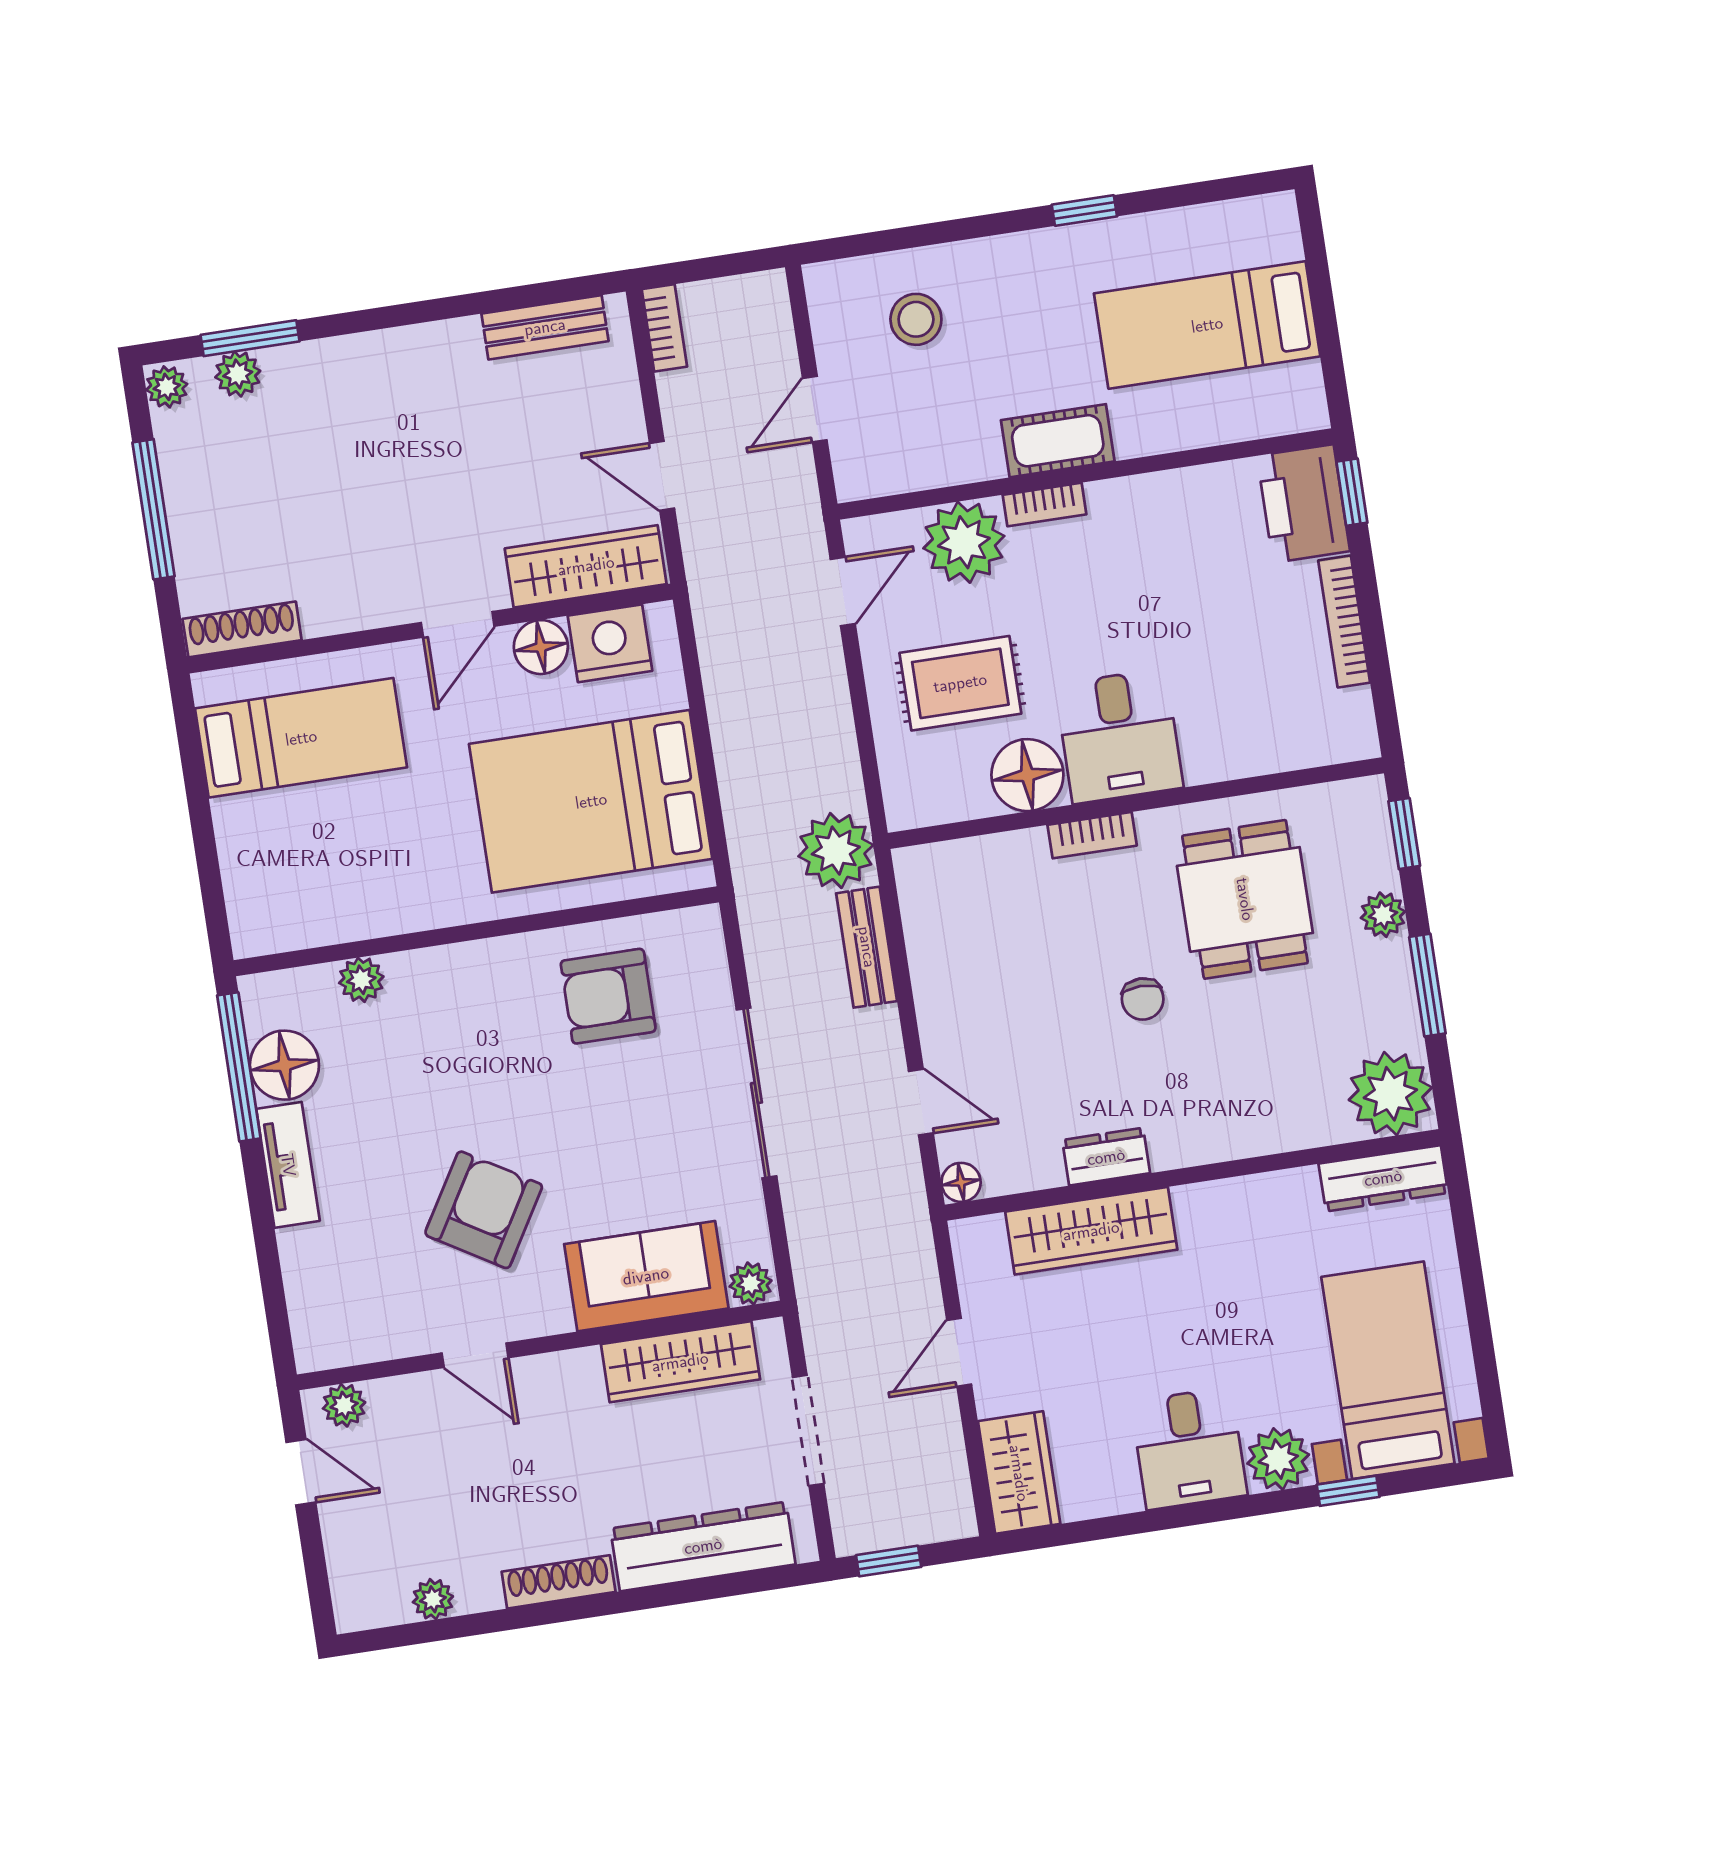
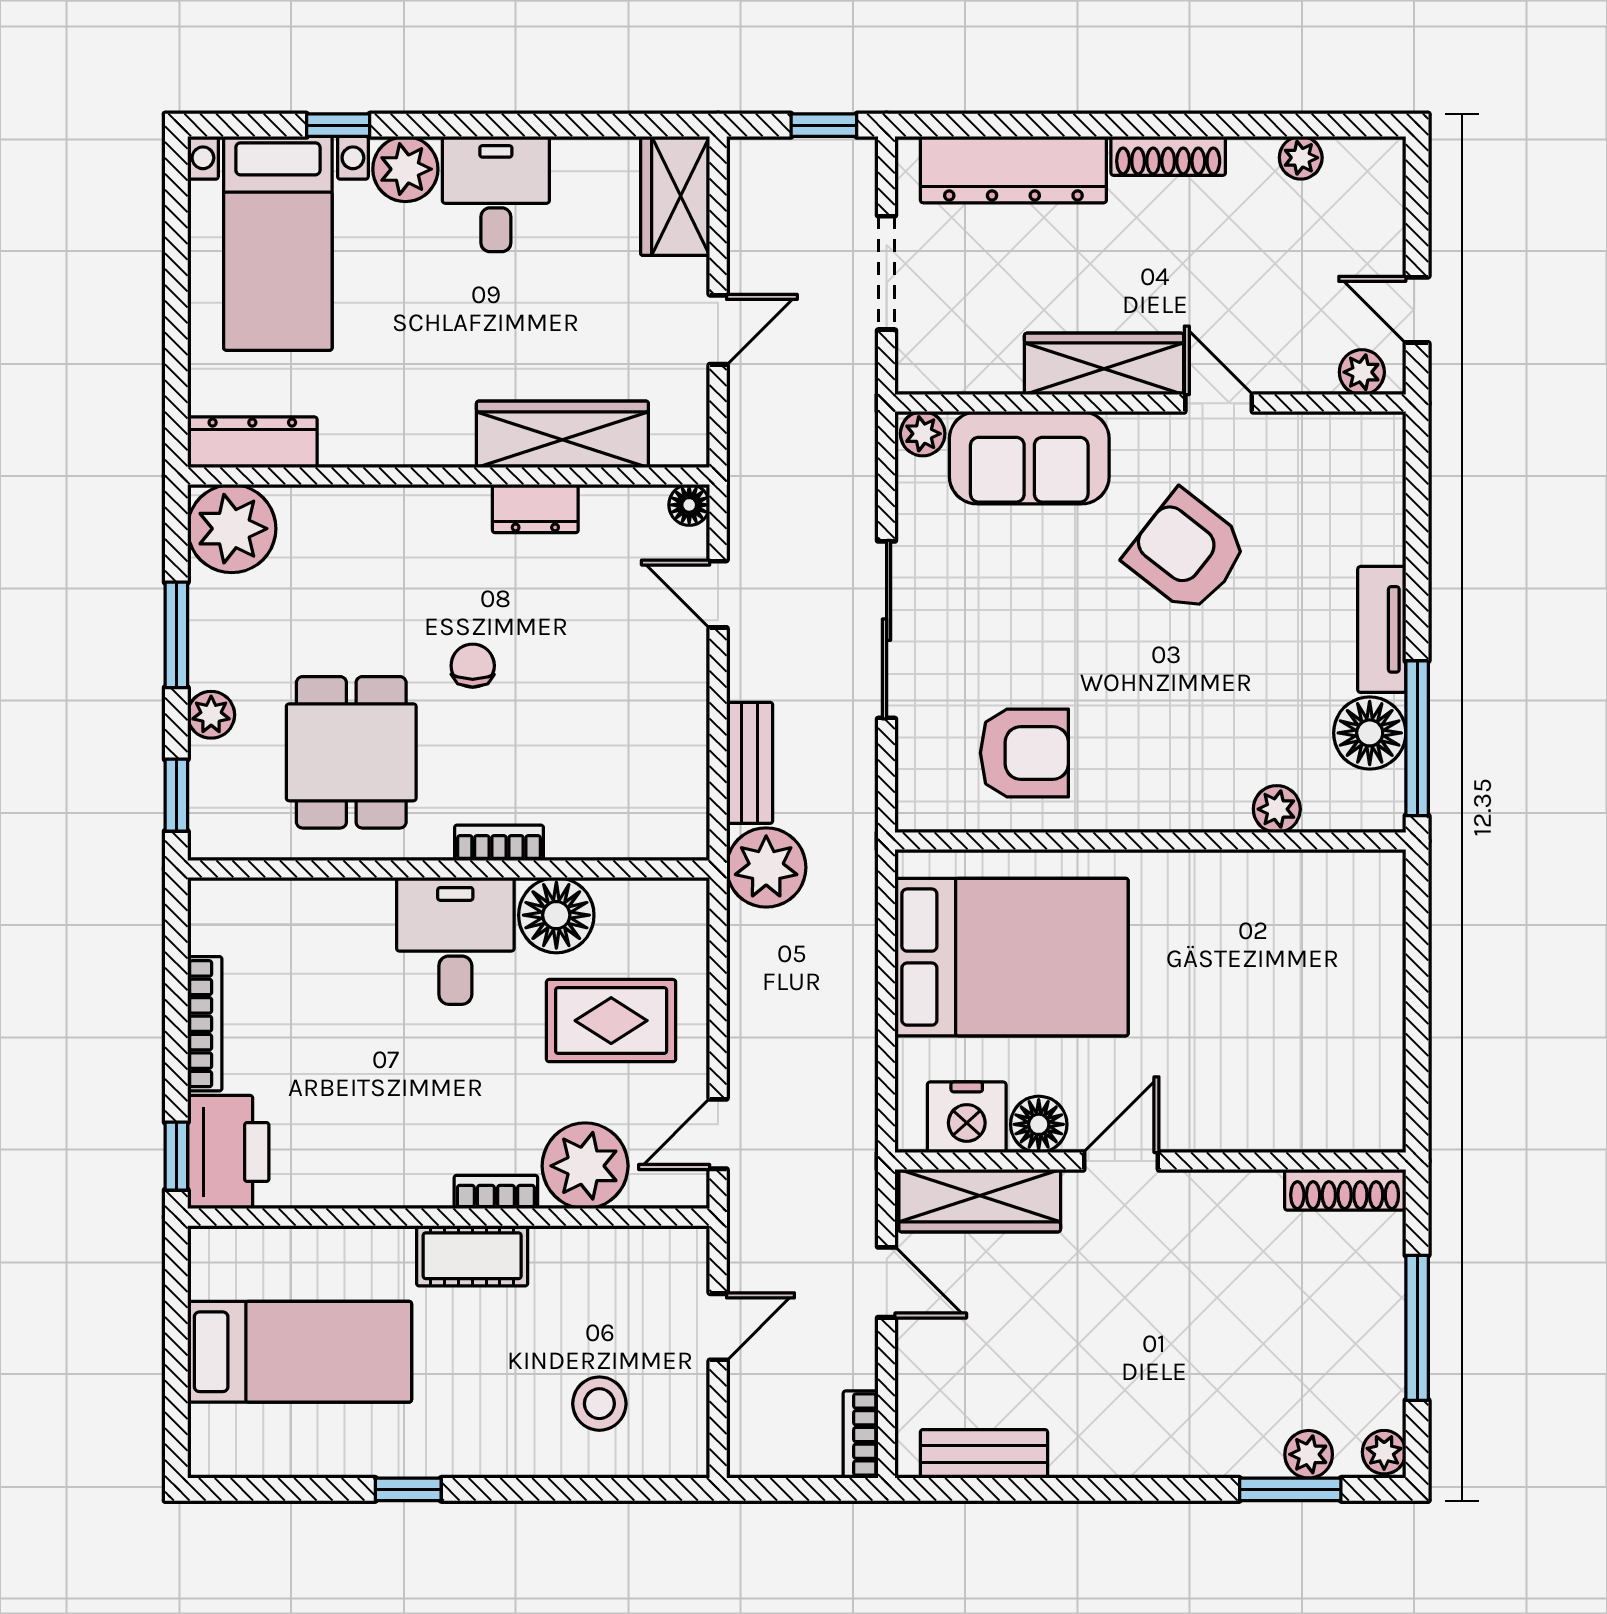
bed: (301, 738) -> (1301, 1069), removed
armchair: (484, 1210) -> (1187, 552), turned 97
wardrobe: (680, 1362) -> (1104, 364), moved

